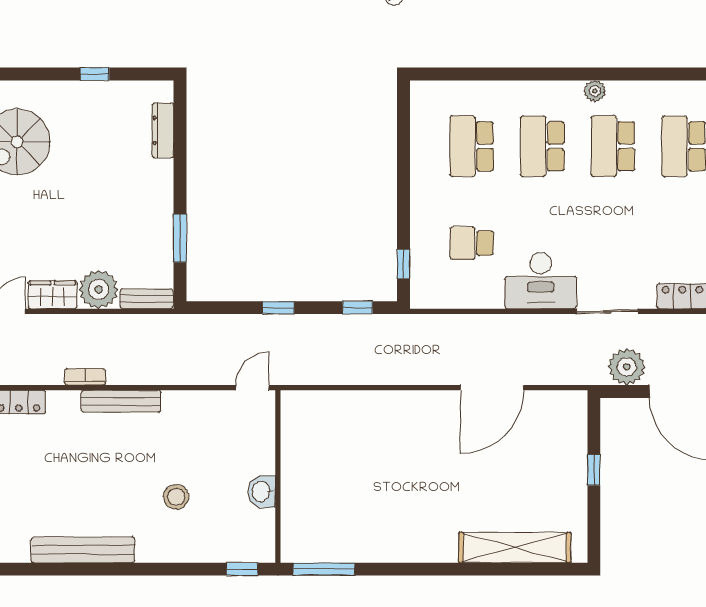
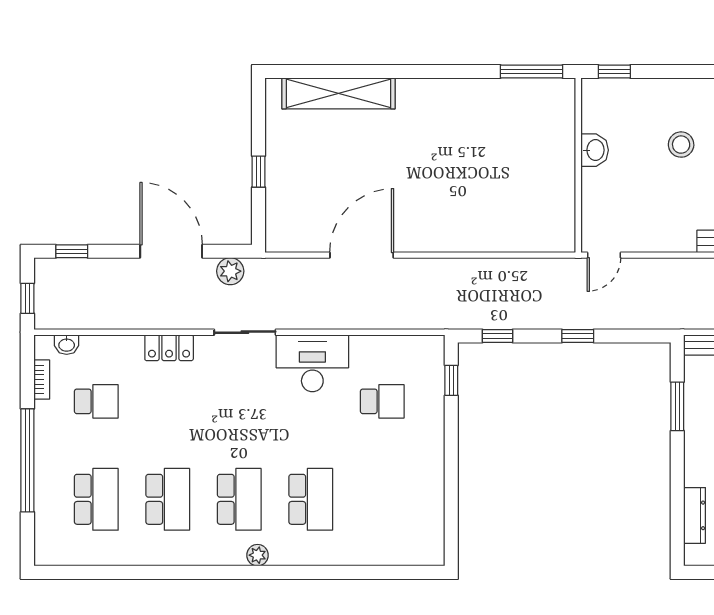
school desk: (472, 146) -> (382, 499), removed
plant: (627, 367) -> (230, 271), width x0.73, depth x0.73

